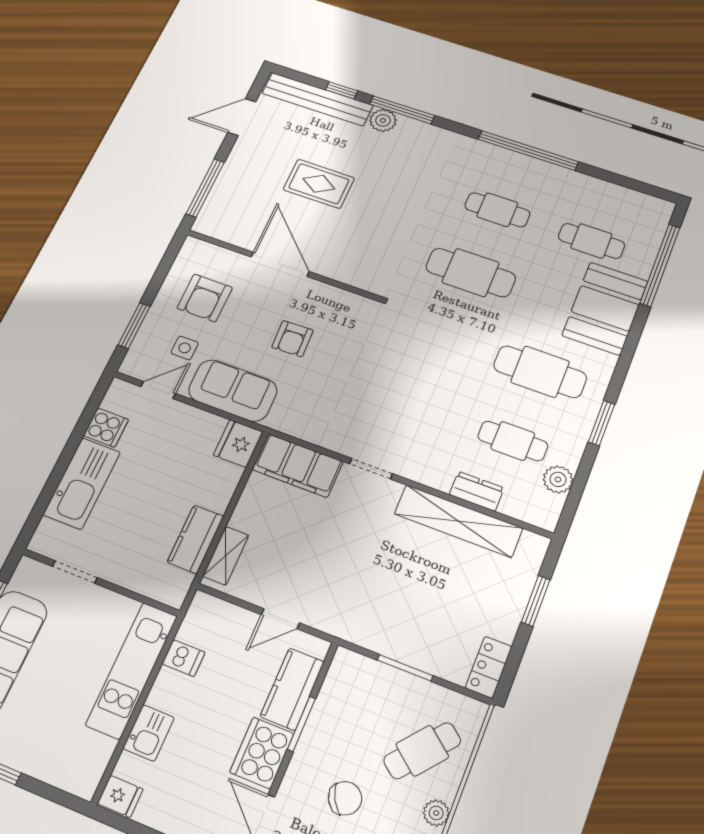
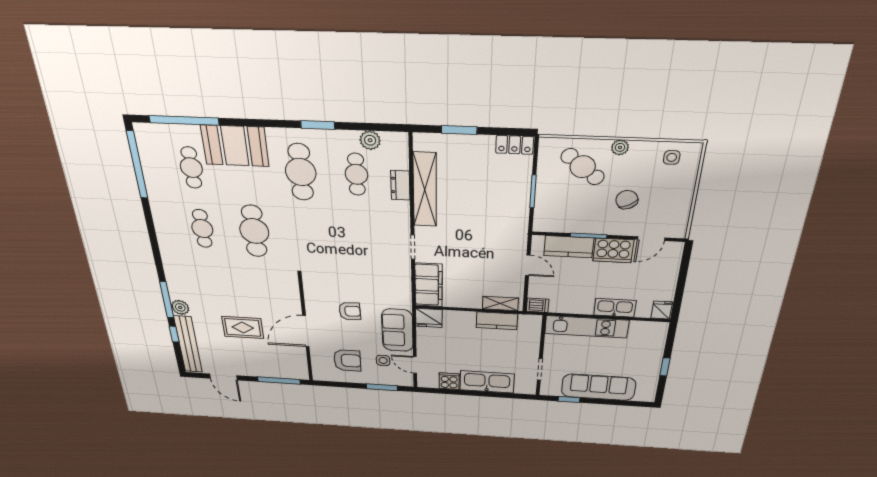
window: (528, 150) -> (137, 165), moved
rug: (319, 184) -> (243, 327), turned 90
dishwasher: (184, 658) -> (538, 305), moved, turned 90
kitchen sink: (149, 733) -> (615, 308), width x1.38

